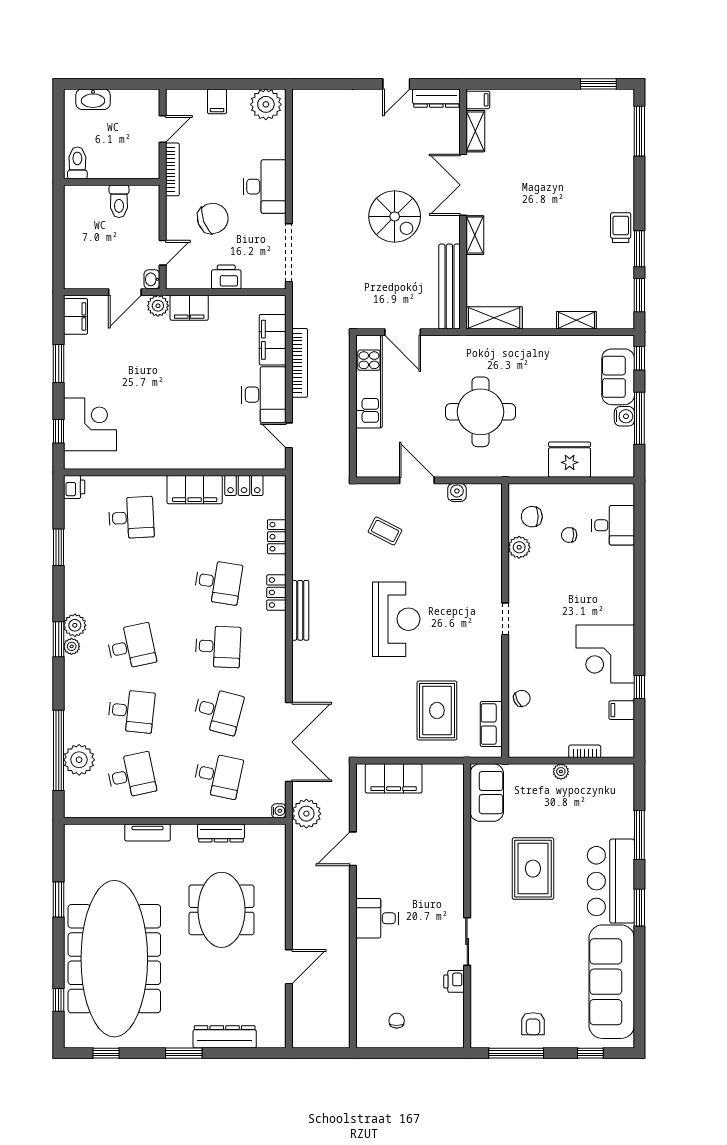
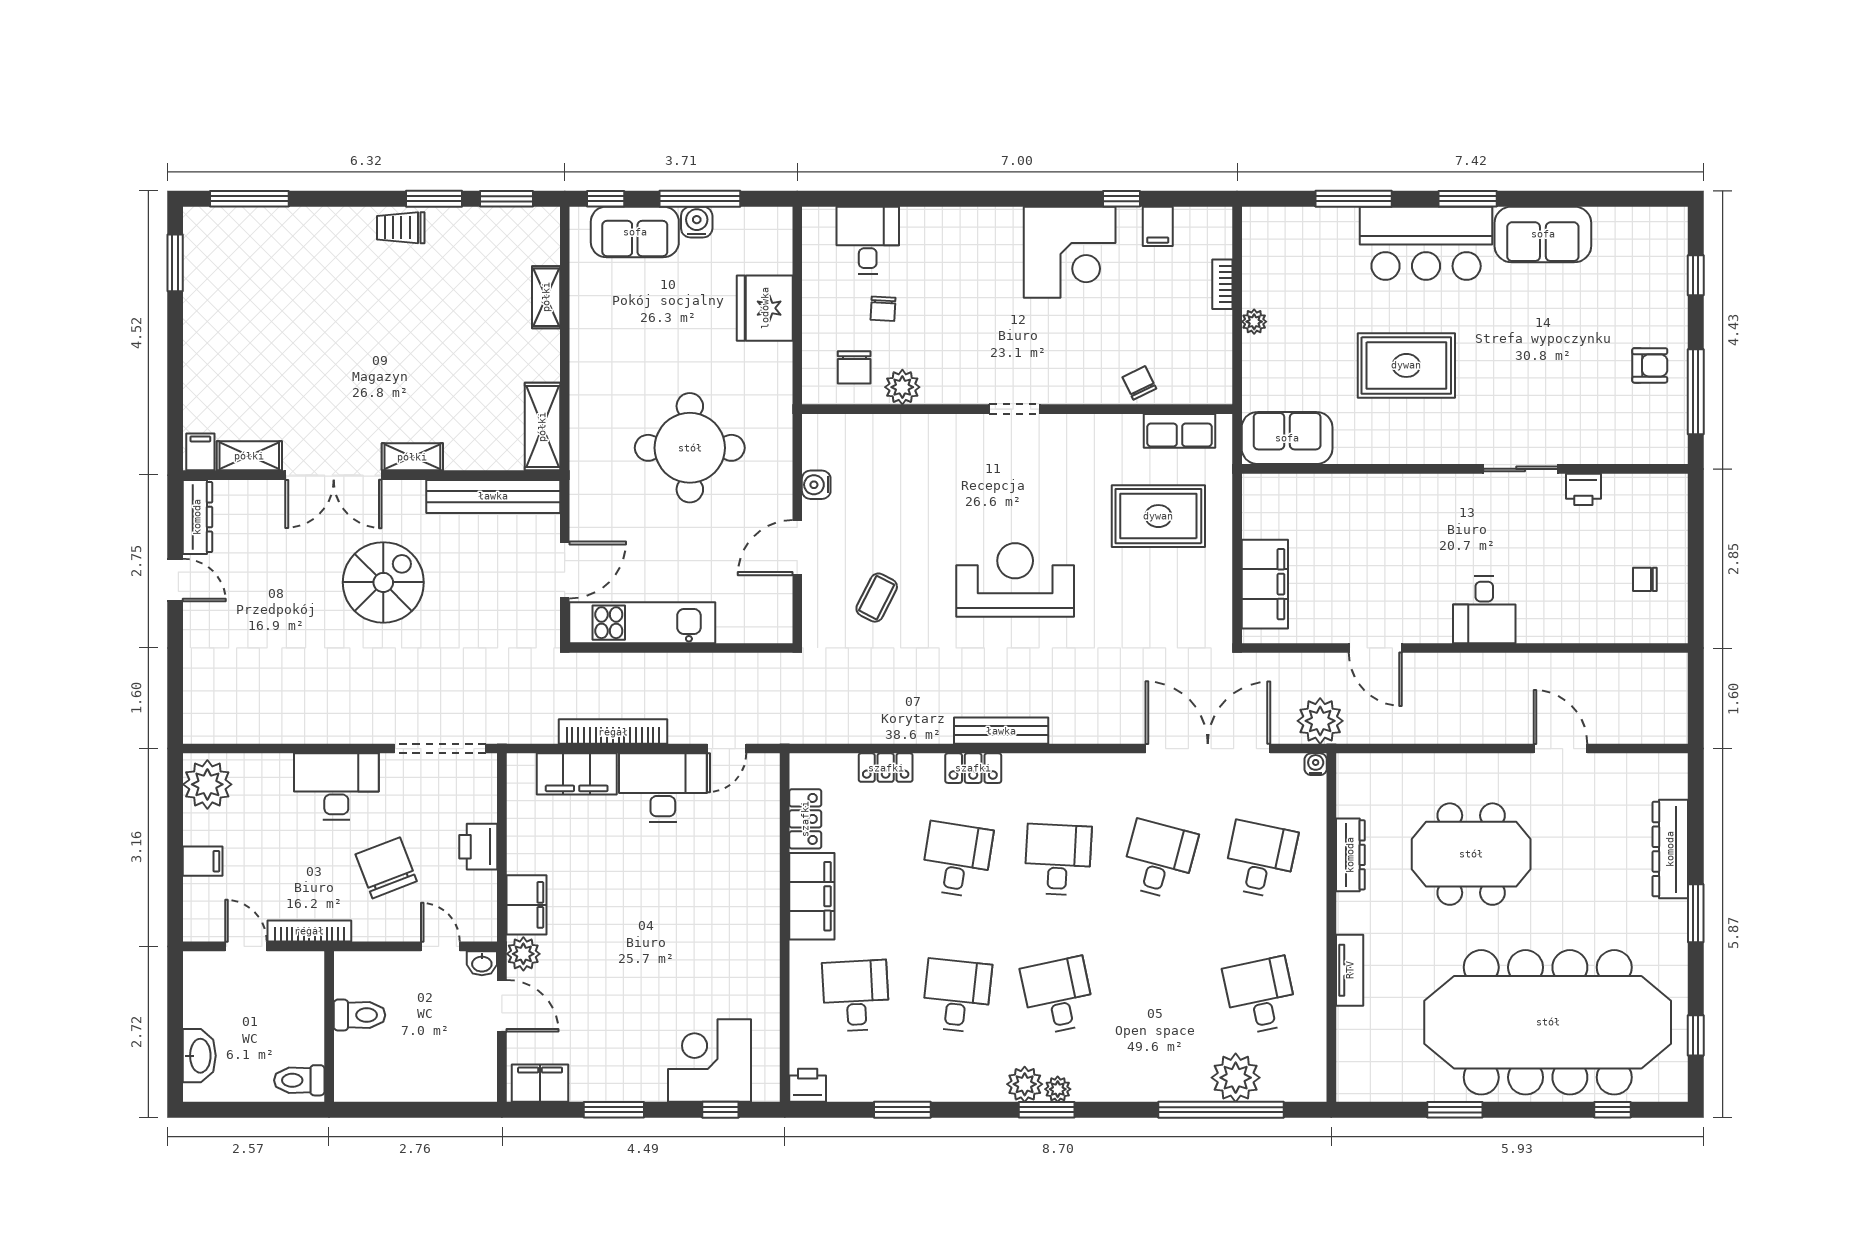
desk: (131, 711) -> (957, 996), moved
sofa: (612, 982) -> (1543, 234), width x0.54, depth x0.79

